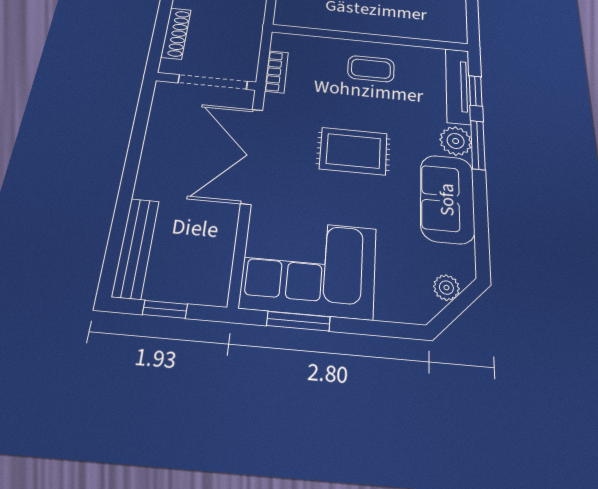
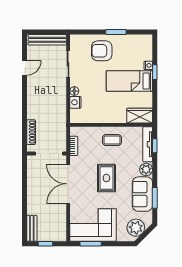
wardrobe: (438, 27) -> (140, 116), added
window: (478, 145) -> (155, 198), moved
rug: (353, 151) -> (106, 178), turned 90
bench: (136, 248) -> (32, 228), width x0.73
plant: (446, 288) -> (136, 228), width x1.88, depth x1.88

